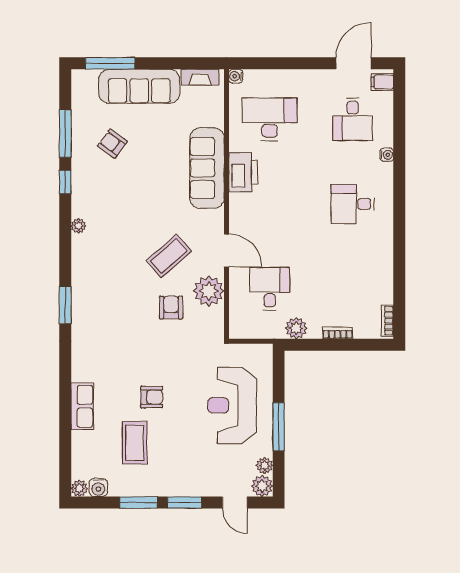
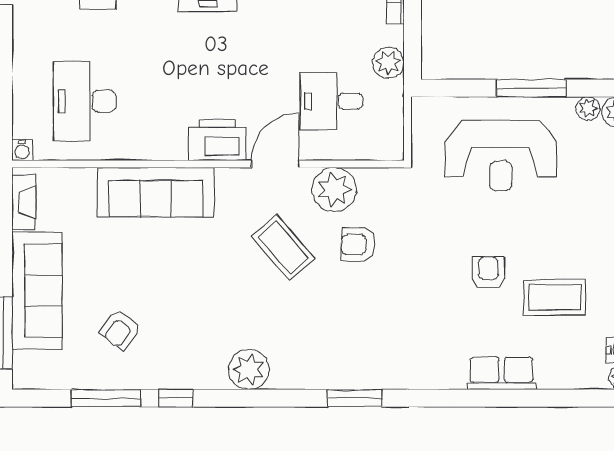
printer: (243, 172) -> (217, 140), moved
plant: (78, 226) -> (249, 370), width x1.88, depth x1.88

